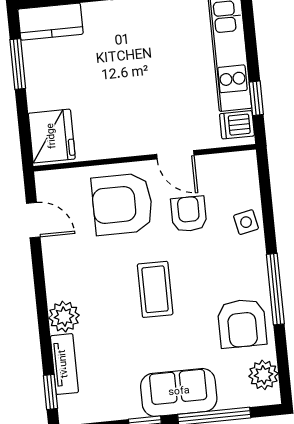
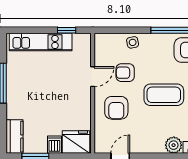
dishwasher: (237, 125) -> (54, 145), moved, turned 180
armchair: (122, 204) -> (116, 108), width x0.73, depth x0.73
coffee table: (155, 289) -> (164, 95), width x1.36, depth x1.32

